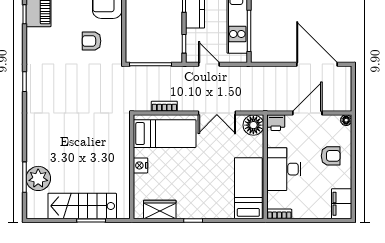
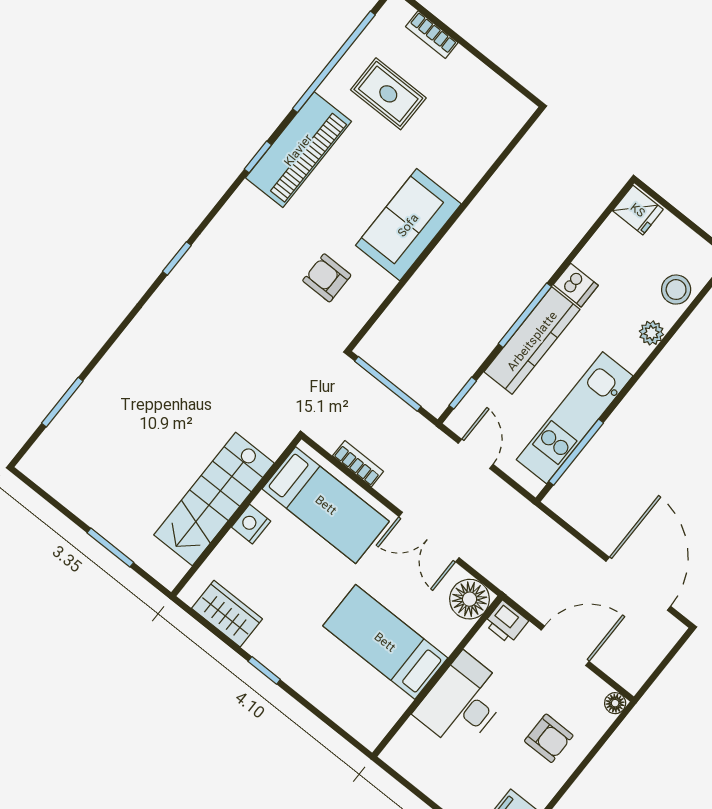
plant: (38, 178) -> (81, 421), removed
bed: (248, 188) -> (385, 642), moved, turned -90
stairs: (82, 206) -> (214, 499), moved, turned -90
bookcase: (279, 214) -> (402, 764), removed

